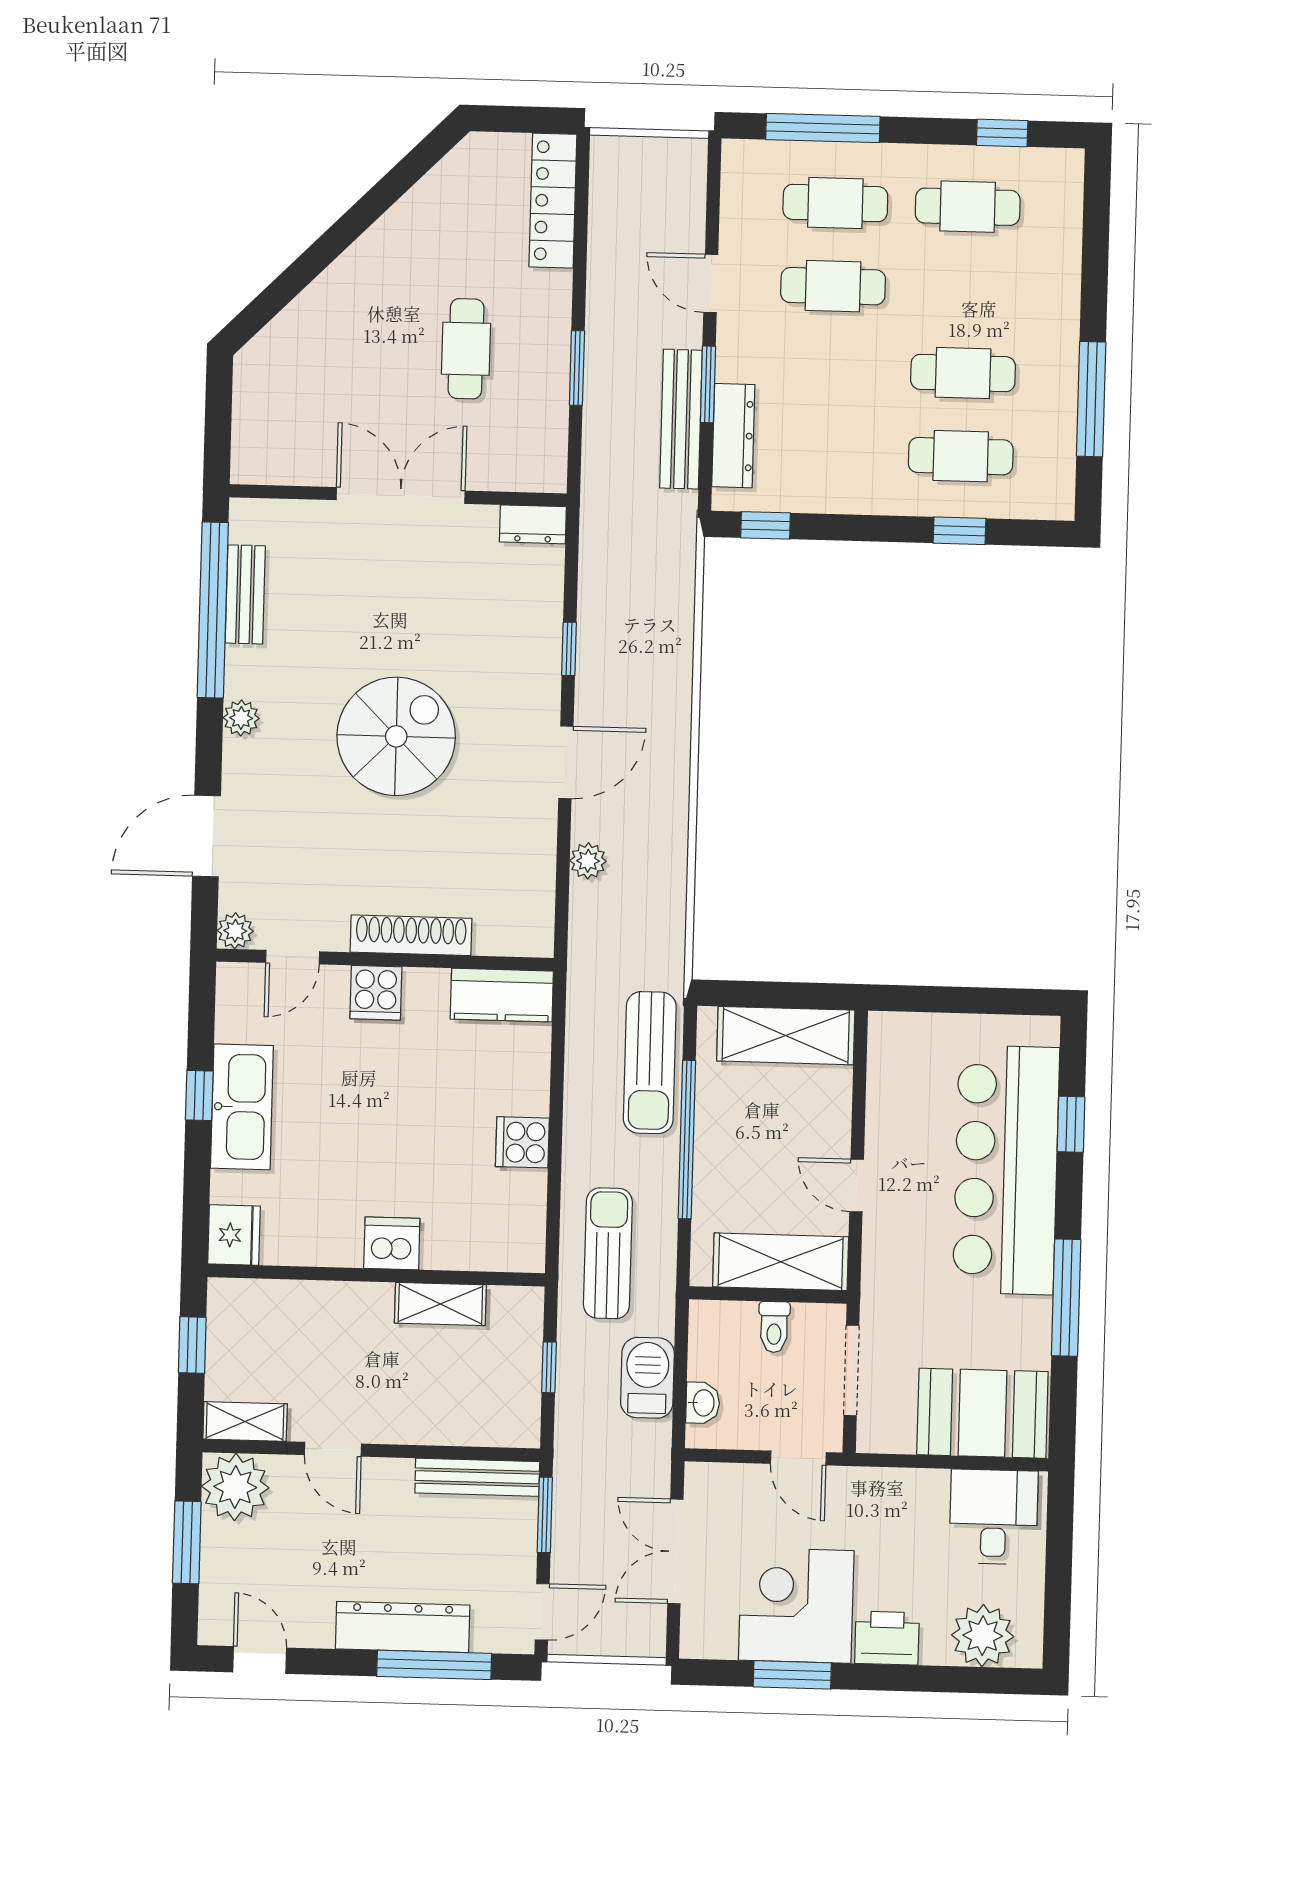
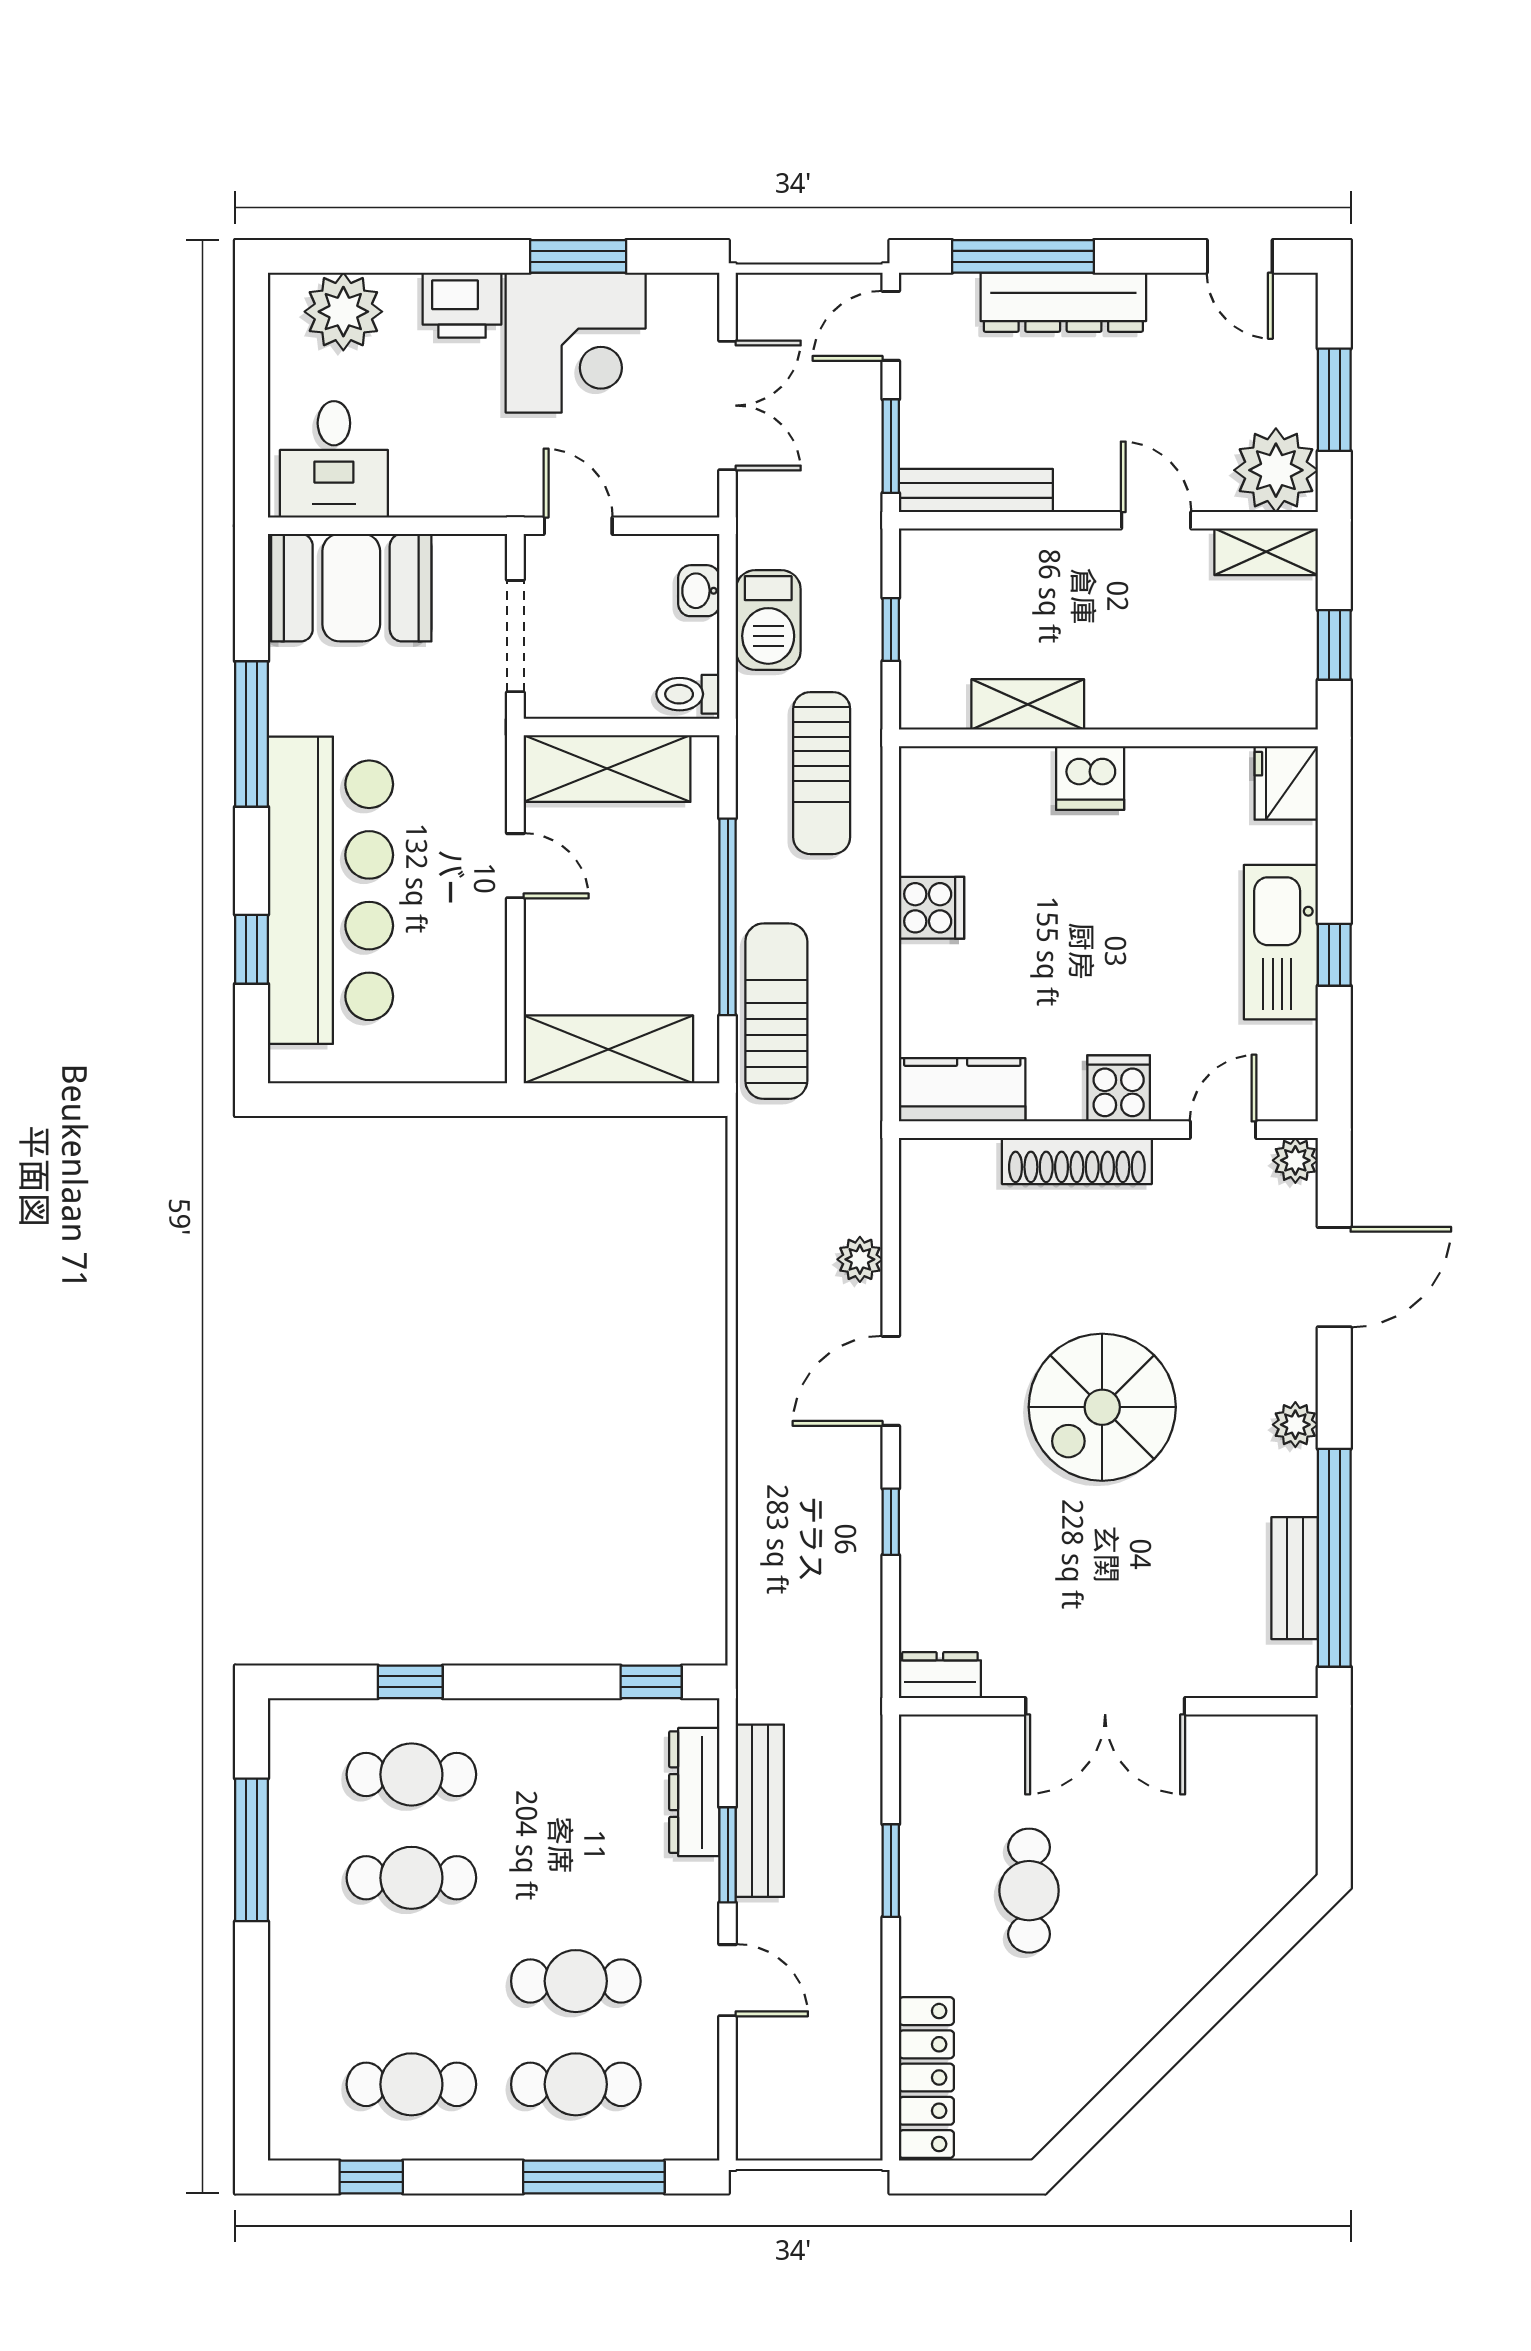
toilet: (774, 1327) -> (688, 694), moved, turned -90

